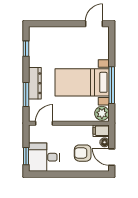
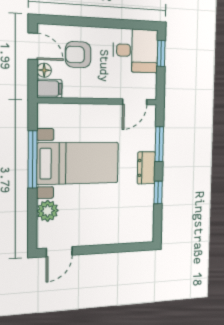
window: (26, 49) -> (158, 192), moved
dresser: (35, 83) -> (146, 168), width x0.70
plant: (102, 113) -> (48, 211), moved
armchair: (83, 153) -> (78, 55), turned 180

